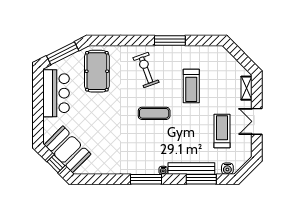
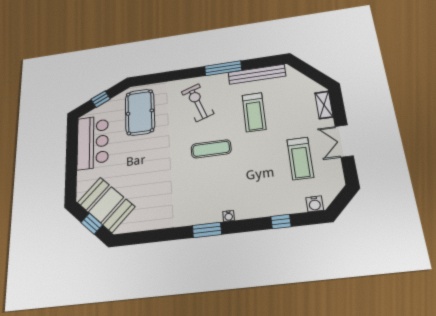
window: (63, 53) -> (101, 99), width x0.46
treadmill: (222, 131) -> (300, 158), turned 180
bench: (191, 168) -> (257, 74), moved
window: (146, 179) -> (207, 230), width x0.69
window: (201, 179) -> (281, 222), width x0.46

